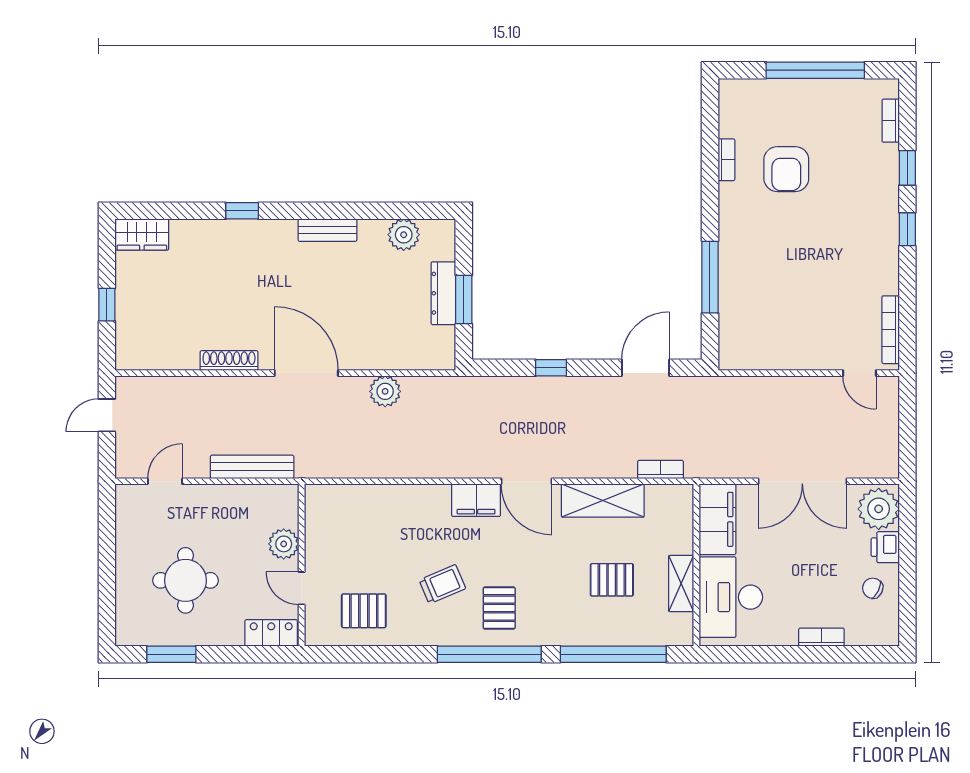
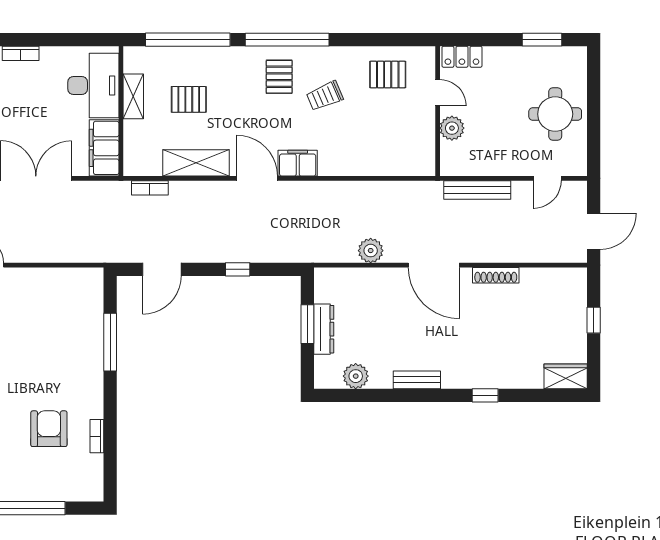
door: (107, 415) -> (594, 231), width x1.38
round table: (186, 580) -> (555, 114), moved

